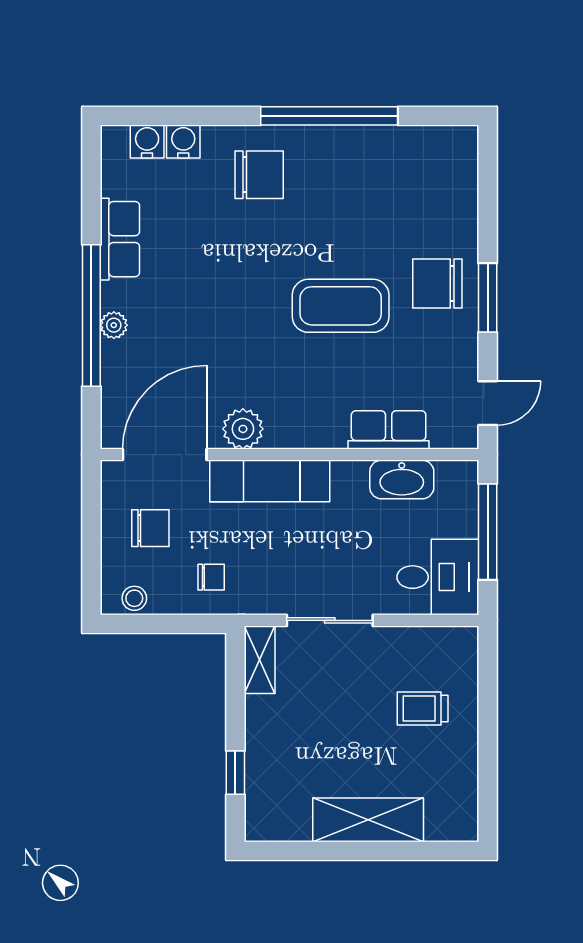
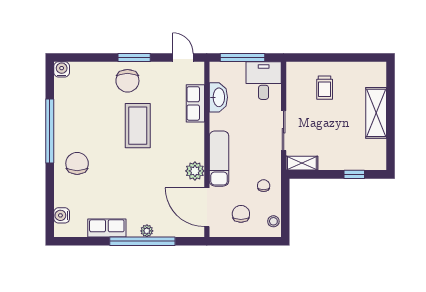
water cooler: (183, 142) -> (62, 69), moved, turned 90

